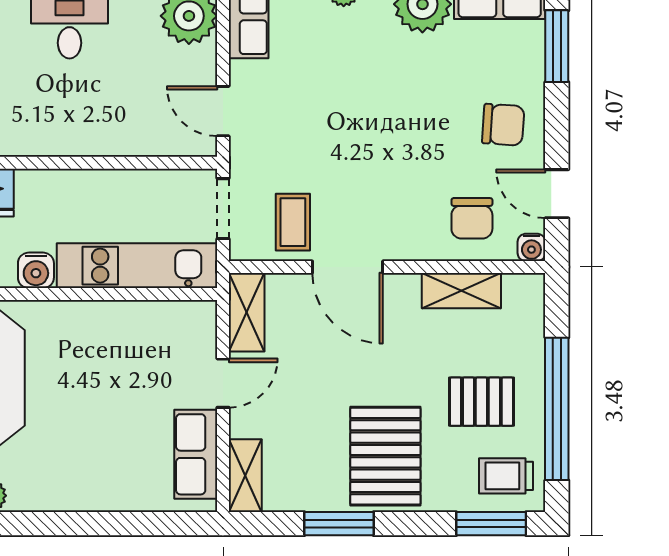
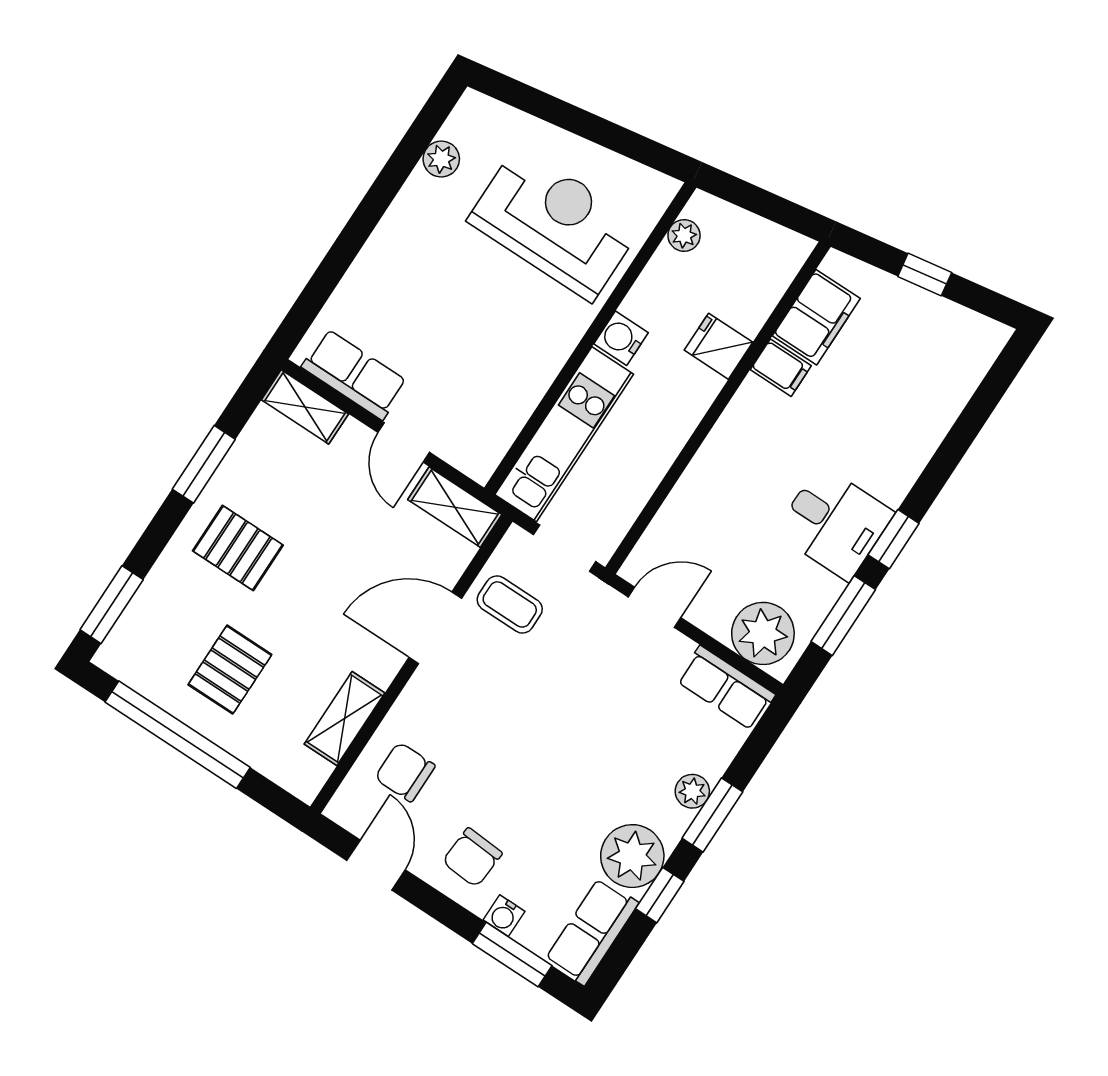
door: (557, 194) -> (376, 865), hinge flipped
water cooler: (531, 247) -> (504, 916), moved, turned -90
pallet: (385, 456) -> (238, 548), width x0.67, depth x0.71
trolley: (506, 476) -> (147, 647), removed

